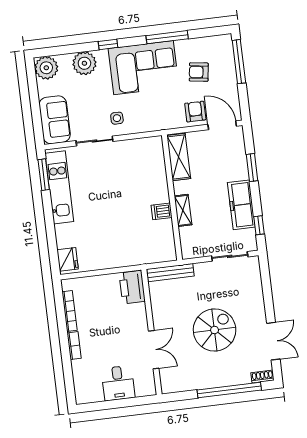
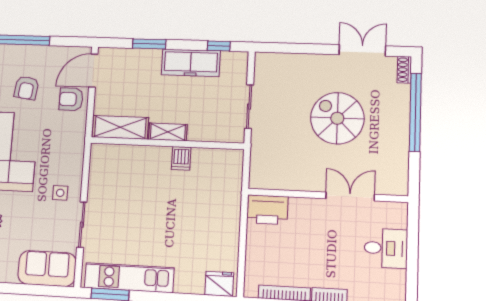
shelving: (183, 210) -> (168, 132), moved
sliding door: (230, 256) -> (249, 107), moved
bench: (170, 273) -> (258, 160), removed

